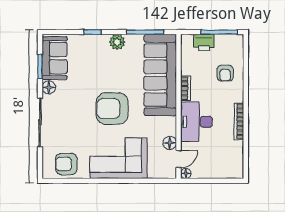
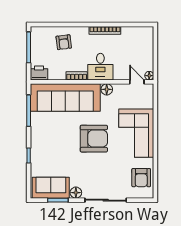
plant: (117, 42) -> (37, 134), removed
printer: (204, 43) -> (39, 73), moved, turned -90
armchair: (225, 73) -> (64, 42), turned 83
armchair: (112, 109) -> (94, 139), turned -90
desk: (196, 122) -> (100, 67), width x0.73
floor lamp: (170, 143) -> (107, 89), moved

